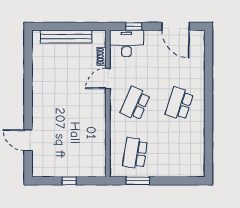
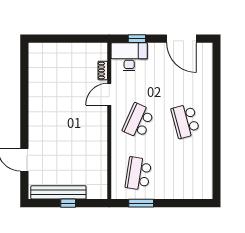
bench: (66, 36) -> (58, 192), moved
school desk: (179, 104) -> (185, 121), turned -33

